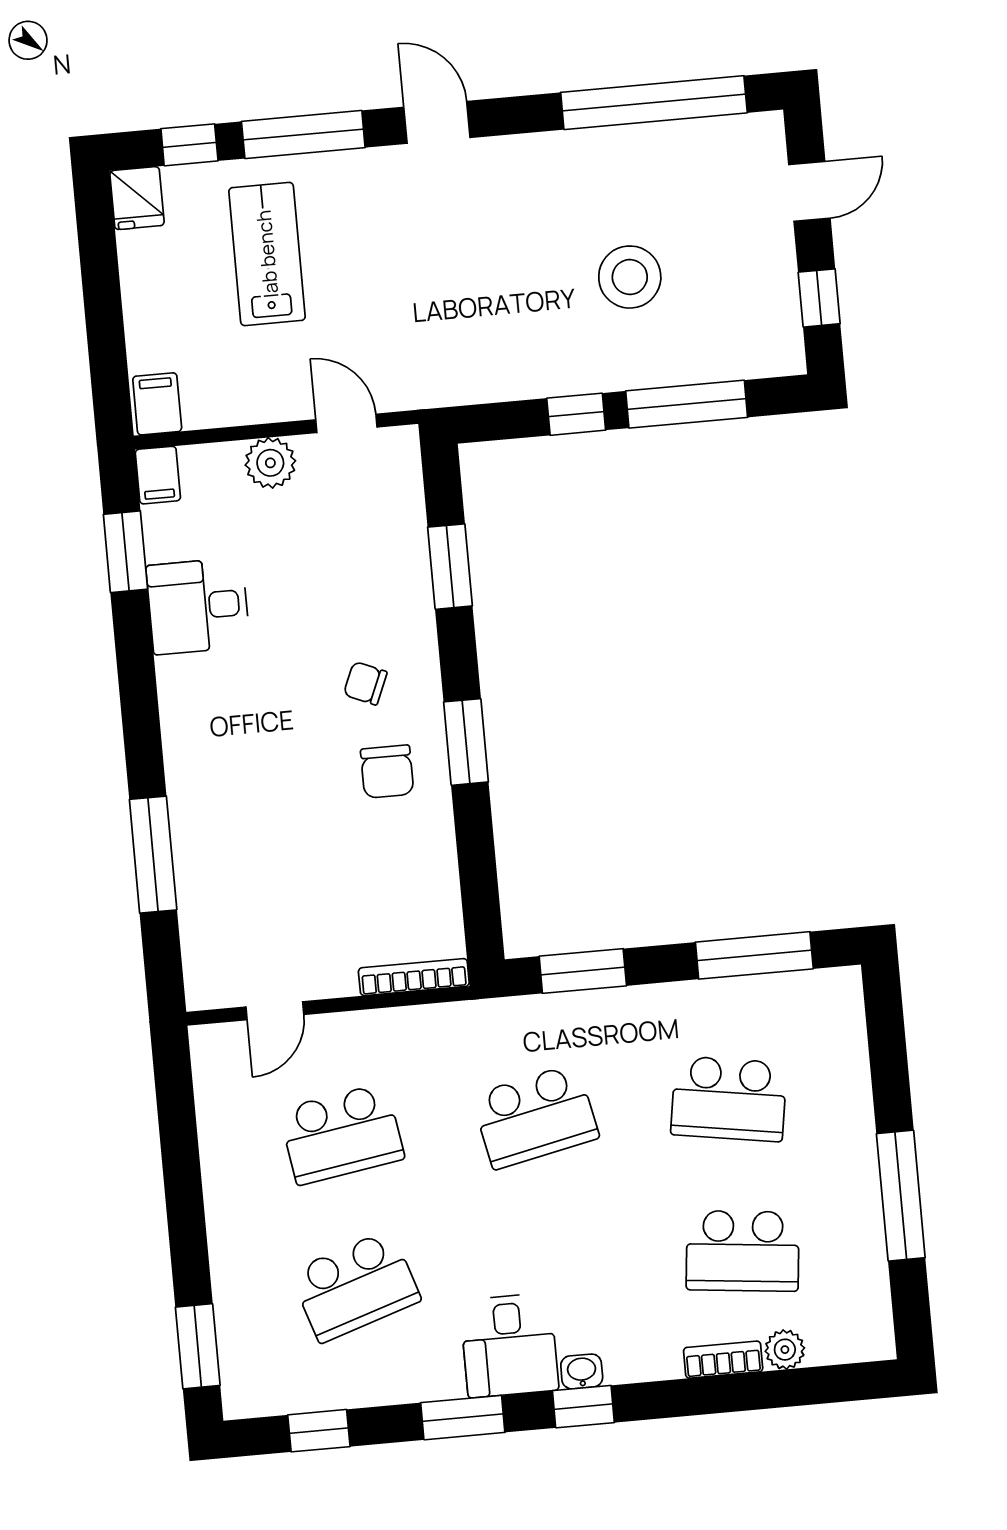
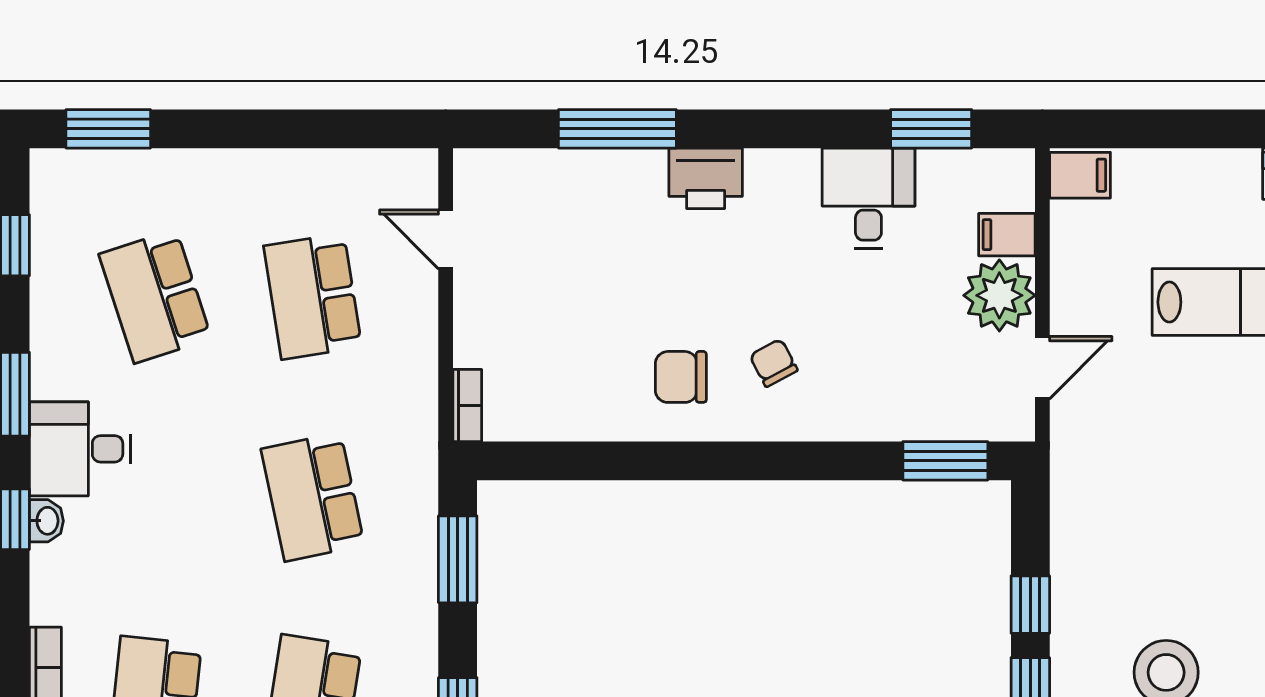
plant: (270, 463) -> (999, 295), width x1.36, depth x1.36
filing cabinet: (158, 475) -> (1007, 235), moved
window: (450, 567) -> (945, 461), moved
chair: (365, 683) -> (774, 363), turned -51
window: (466, 742) -> (704, 461), removed
printer: (193, 765) -> (706, 178), added
bookcase: (414, 977) -> (467, 405), width x0.64

